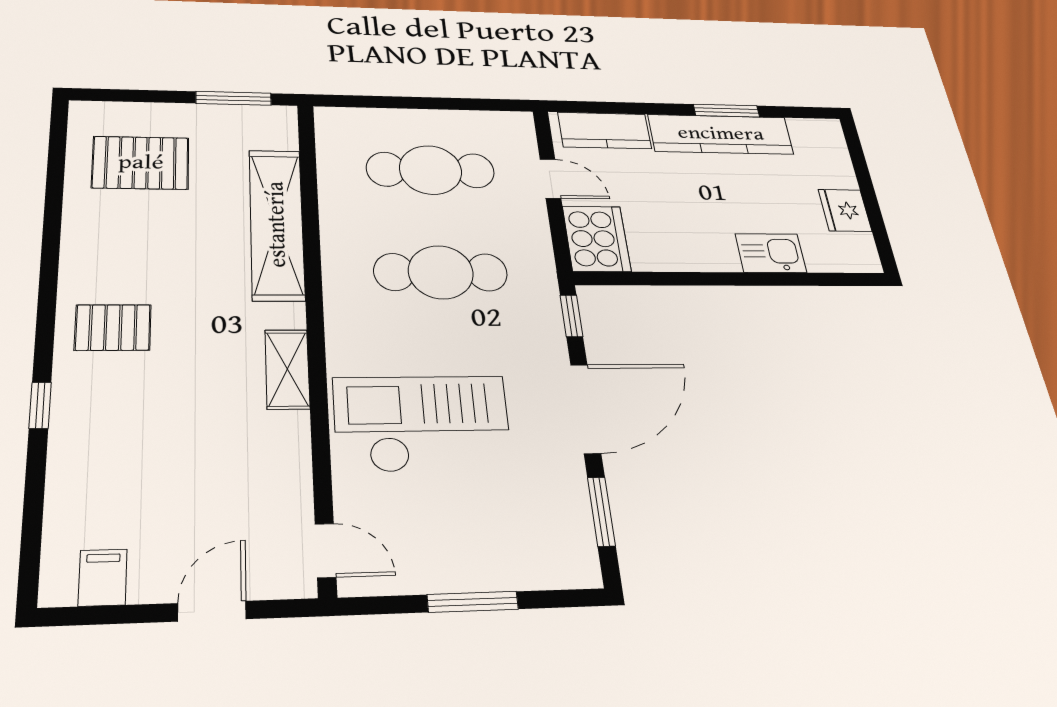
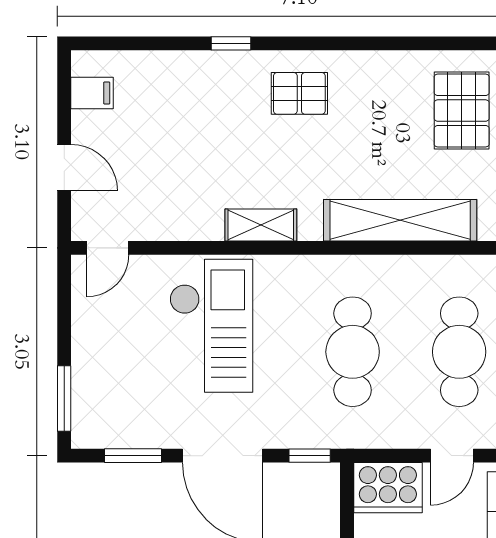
pallet: (113, 327) -> (299, 93), turned 90
window: (473, 602) -> (64, 398), moved

